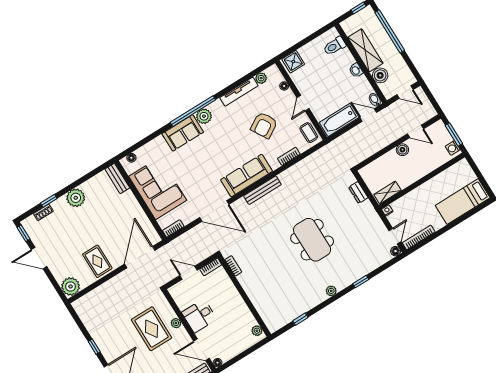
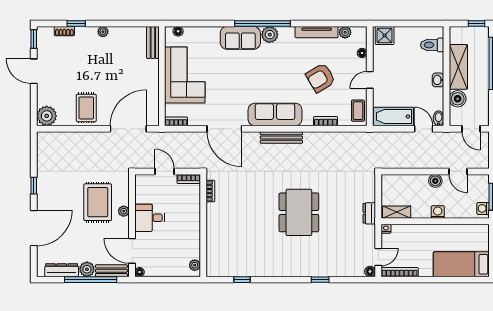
washing machine: (419, 173) -> (438, 212), added
dresser: (358, 192) -> (369, 213), moved
plant: (76, 198) -> (103, 32), width x0.53, depth x0.53
plant: (331, 291) -> (287, 271), removed

